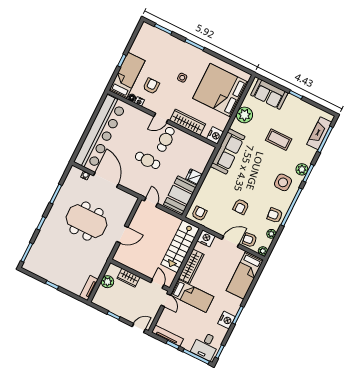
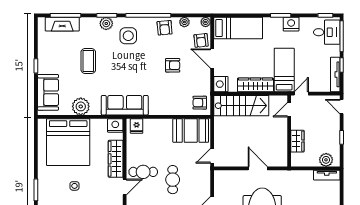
door: (161, 118) -> (125, 187), hinge flipped
fridge: (194, 177) -> (137, 126), moved
plant: (107, 282) -> (326, 160), moved

